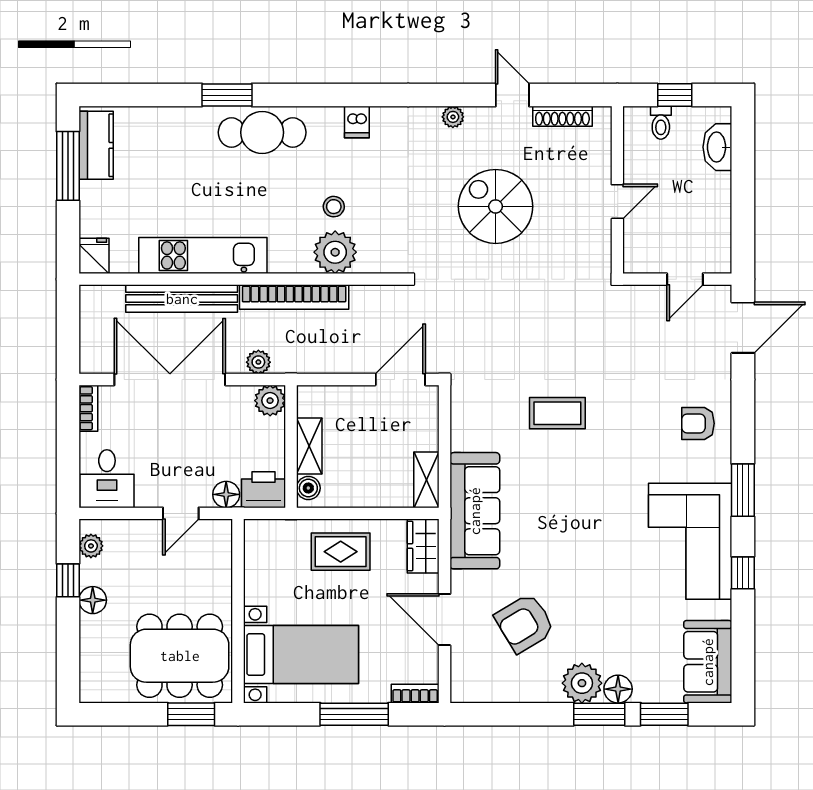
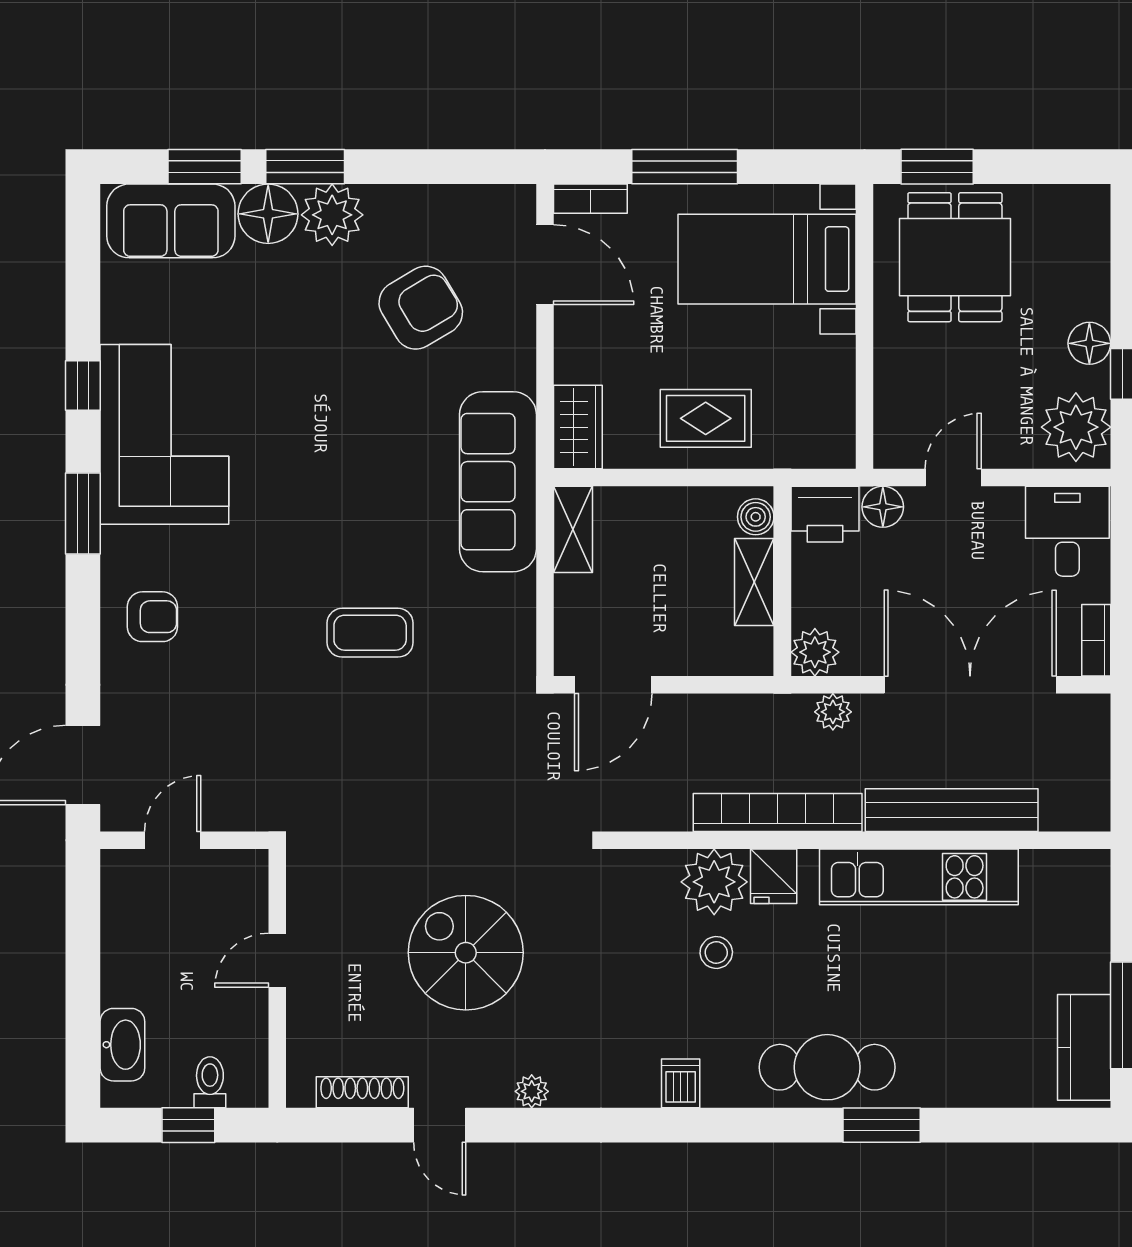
spiral stairs: (496, 206) -> (466, 953), turned 180
fridge: (94, 256) -> (774, 876), moved
double door: (170, 379) -> (970, 685), swing flipped
plant: (91, 546) -> (1076, 427), width x1.87, depth x1.87
door: (444, 620) -> (545, 265), moved
dining table: (180, 656) -> (955, 257), width x0.73
sofa: (708, 662) -> (171, 221), moved, turned 90
floor lamp: (618, 689) -> (268, 214), width x1.38, depth x1.38

